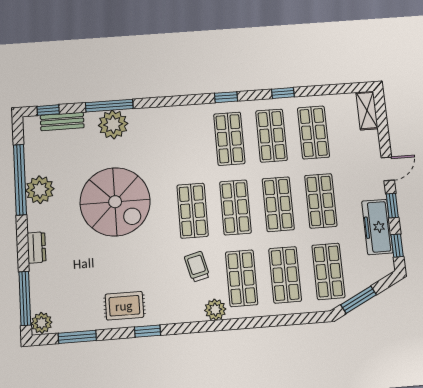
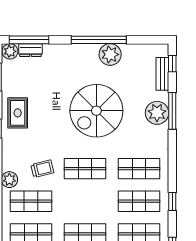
window: (20, 180) -> (99, 40), moved
shop shelf: (235, 207) -> (139, 169), moved
dresser: (36, 247) -> (31, 50), moved

